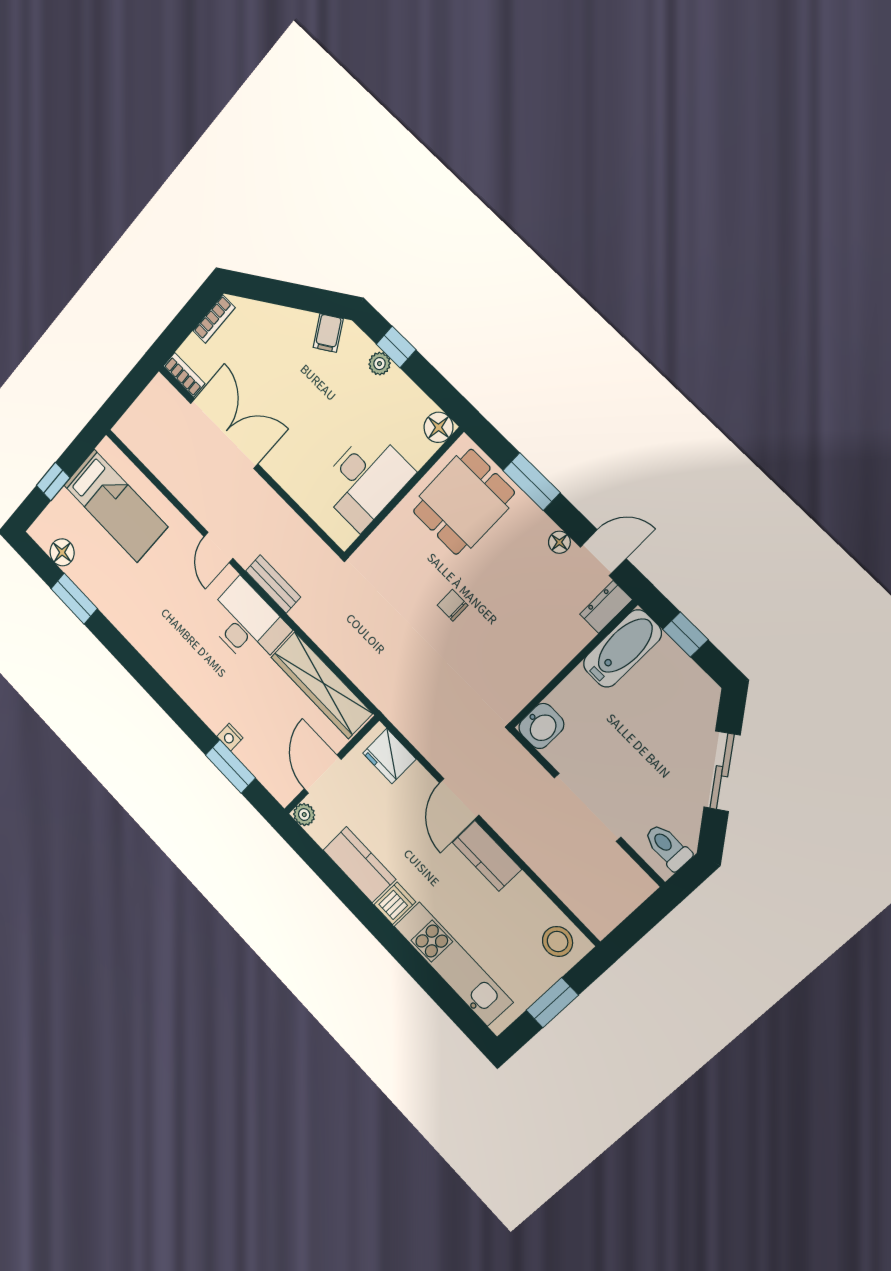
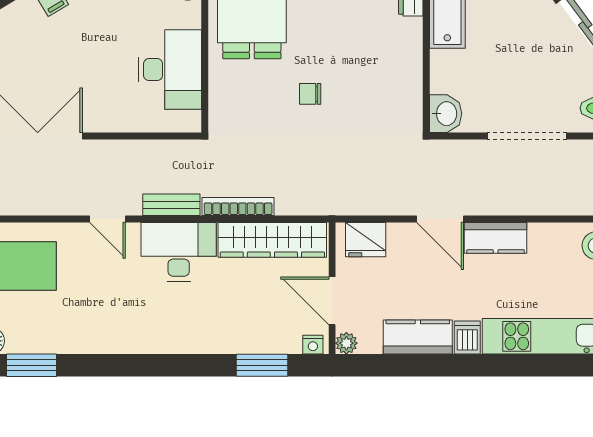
bookcase: (320, 635) -> (238, 207), added
nightstand: (230, 737) -> (313, 345), moved

